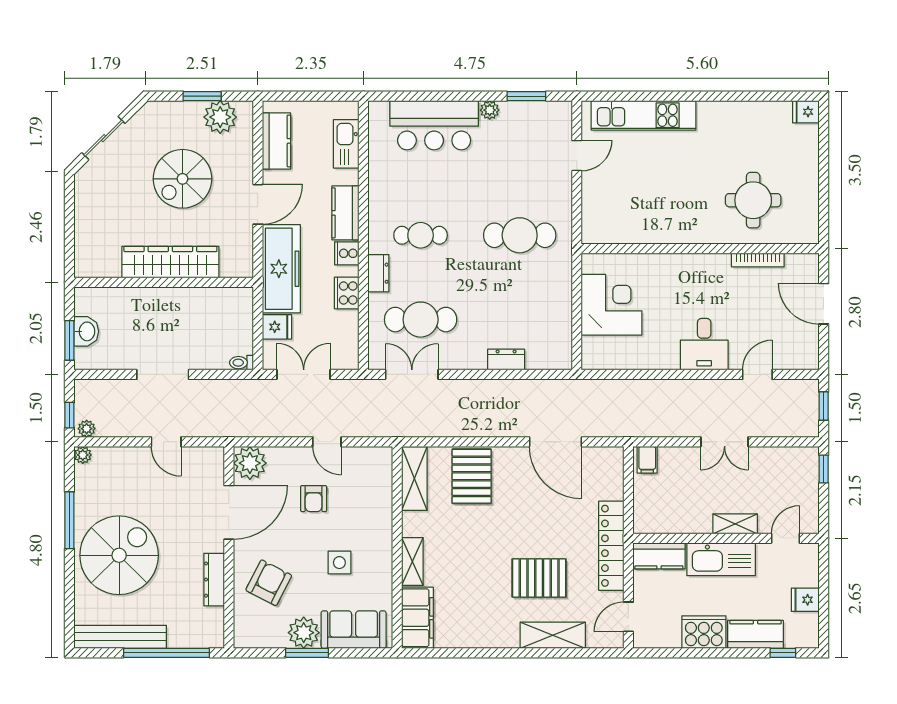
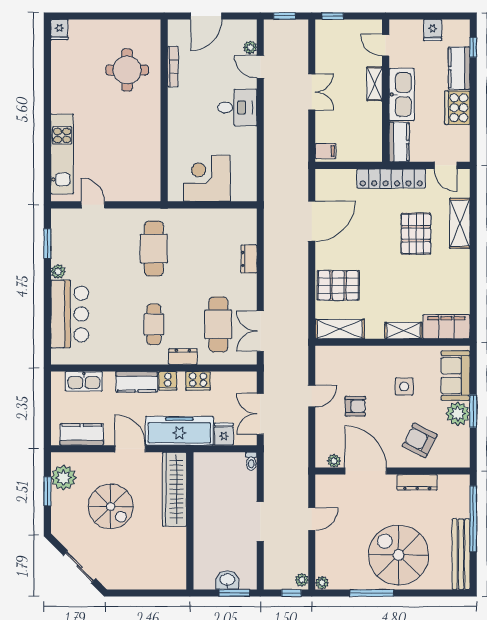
wardrobe: (170, 262) -> (174, 489), moved
plant: (783, 361) -> (250, 47), added
plant: (250, 463) -> (334, 461), width x0.53, depth x0.53

